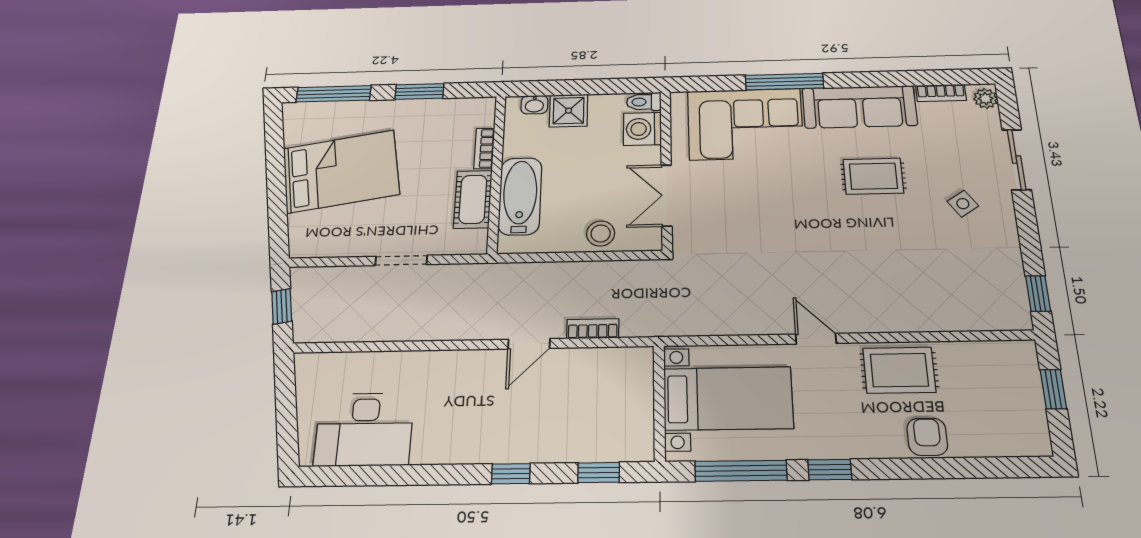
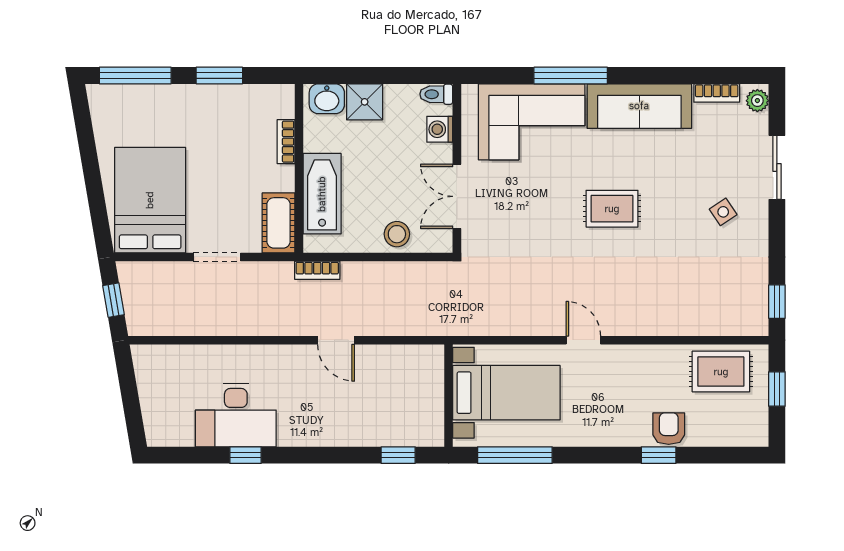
washbasin: (534, 105) -> (327, 99), width x1.38, depth x1.45
washing machine: (642, 129) -> (440, 129), width x0.73, depth x0.73
bed: (341, 171) -> (150, 200), moved, turned -80
rug: (873, 176) -> (612, 209), moved
cot: (473, 199) -> (278, 223), moved
bookcase: (593, 329) -> (317, 270), moved, turned 180
door: (529, 344) -> (336, 340), hinge flipped
rug: (899, 370) -> (721, 372), moved
desk: (364, 429) -> (236, 415), moved
window: (830, 470) -> (659, 455), moved
window: (511, 474) -> (245, 455), moved

